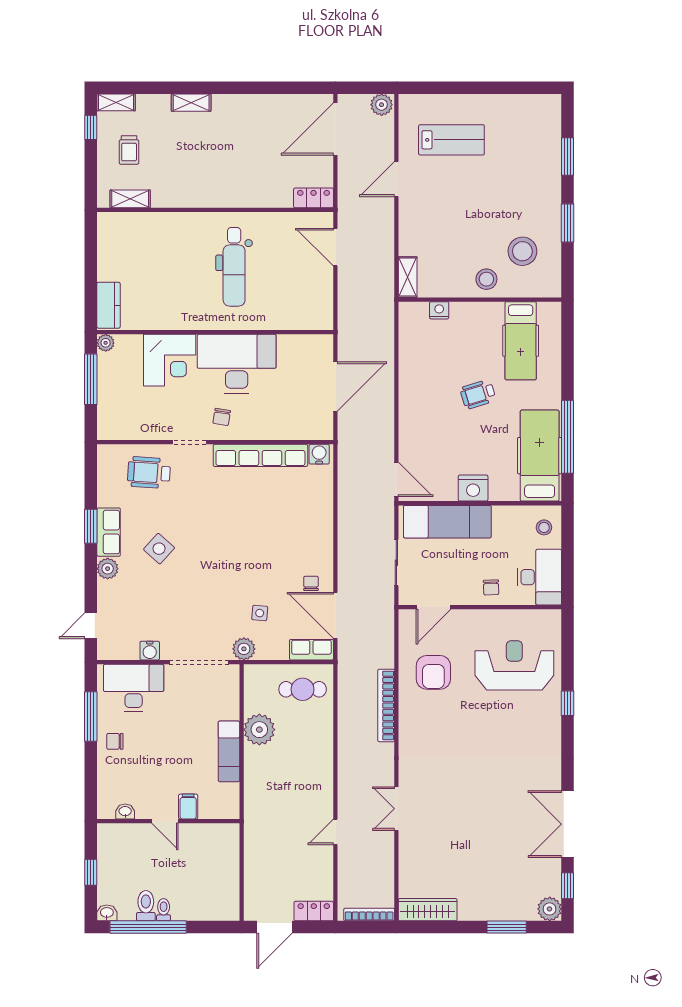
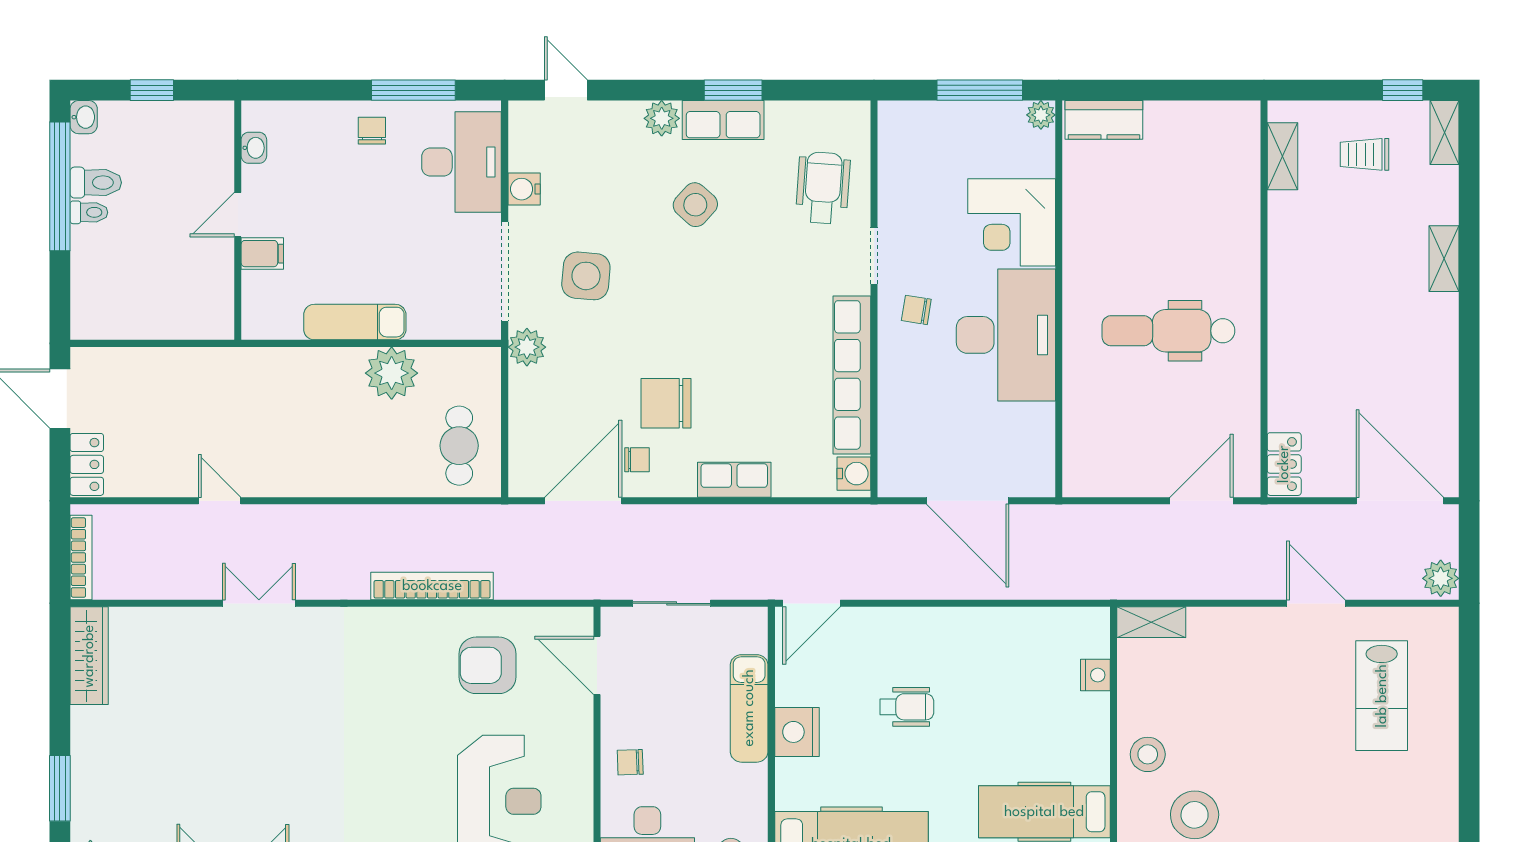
wheelchair: (478, 394) -> (907, 707), moved, turned 107
exam couch: (447, 522) -> (749, 708), width x0.73, depth x0.69
chair: (277, 566) -> (666, 403), added
side table: (260, 613) -> (586, 276), moved, width x1.87, depth x1.87
row of seats: (311, 650) -> (734, 480), moved, turned -90

